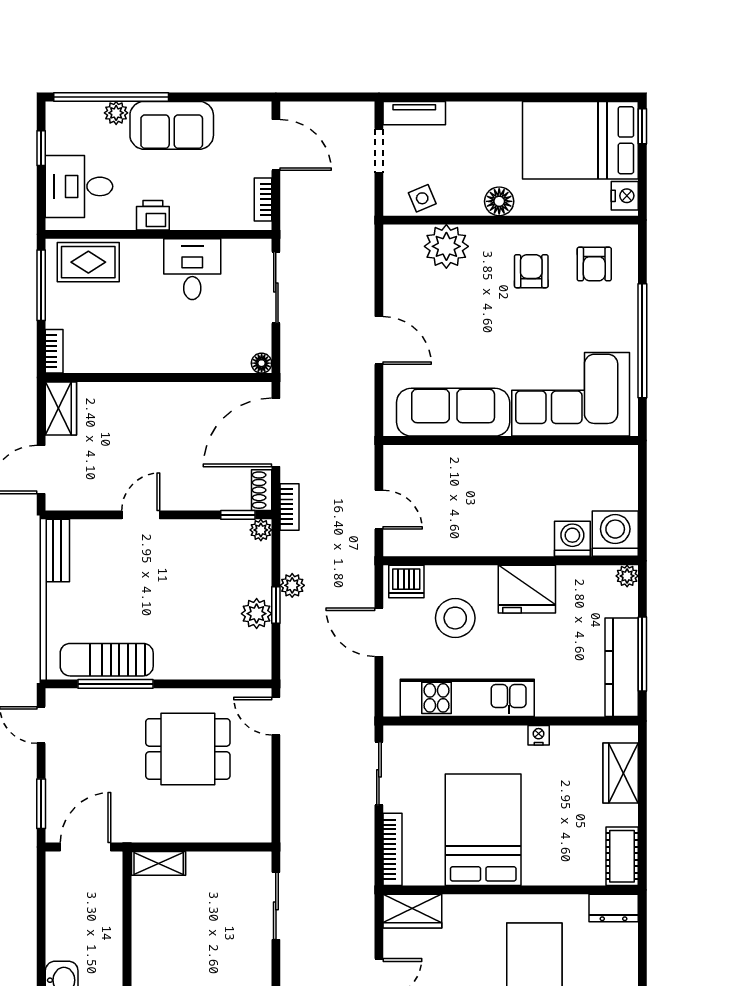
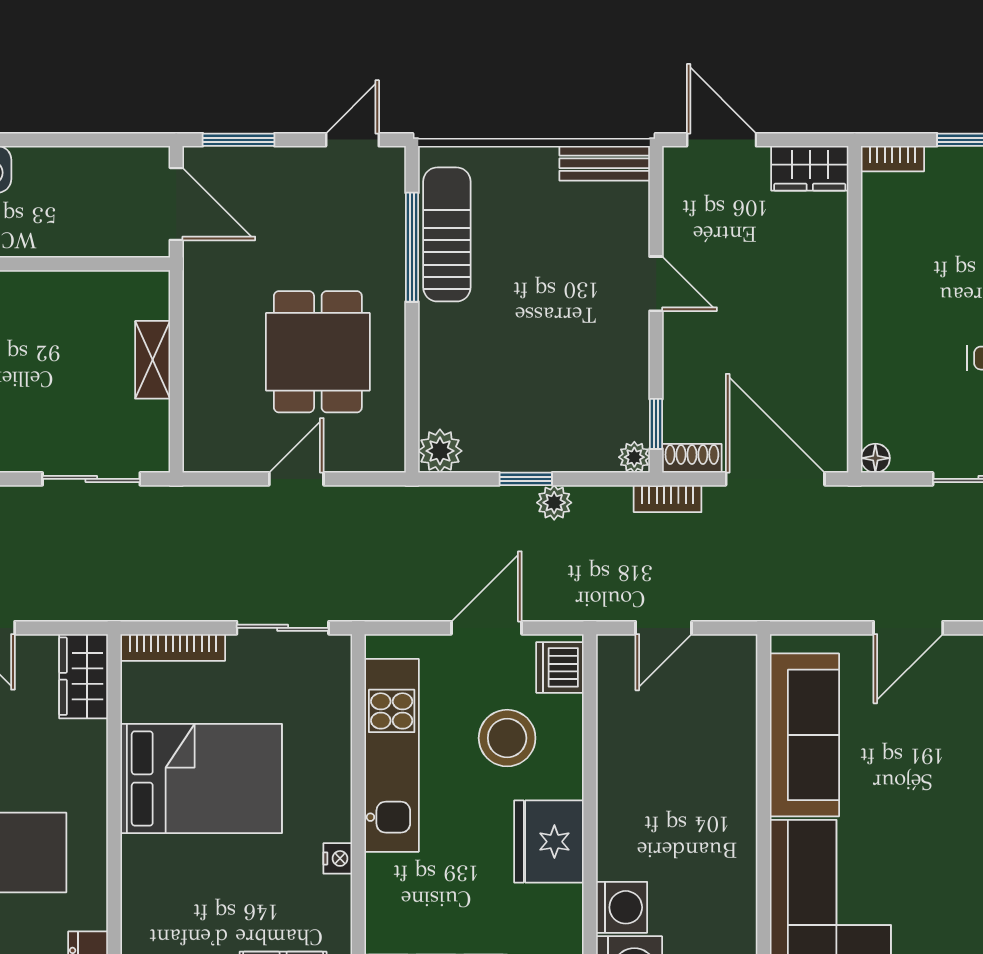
plant: (257, 614) -> (440, 451), moved
door: (276, 716) -> (296, 479), moved
shelving: (159, 863) -> (153, 360), moved

